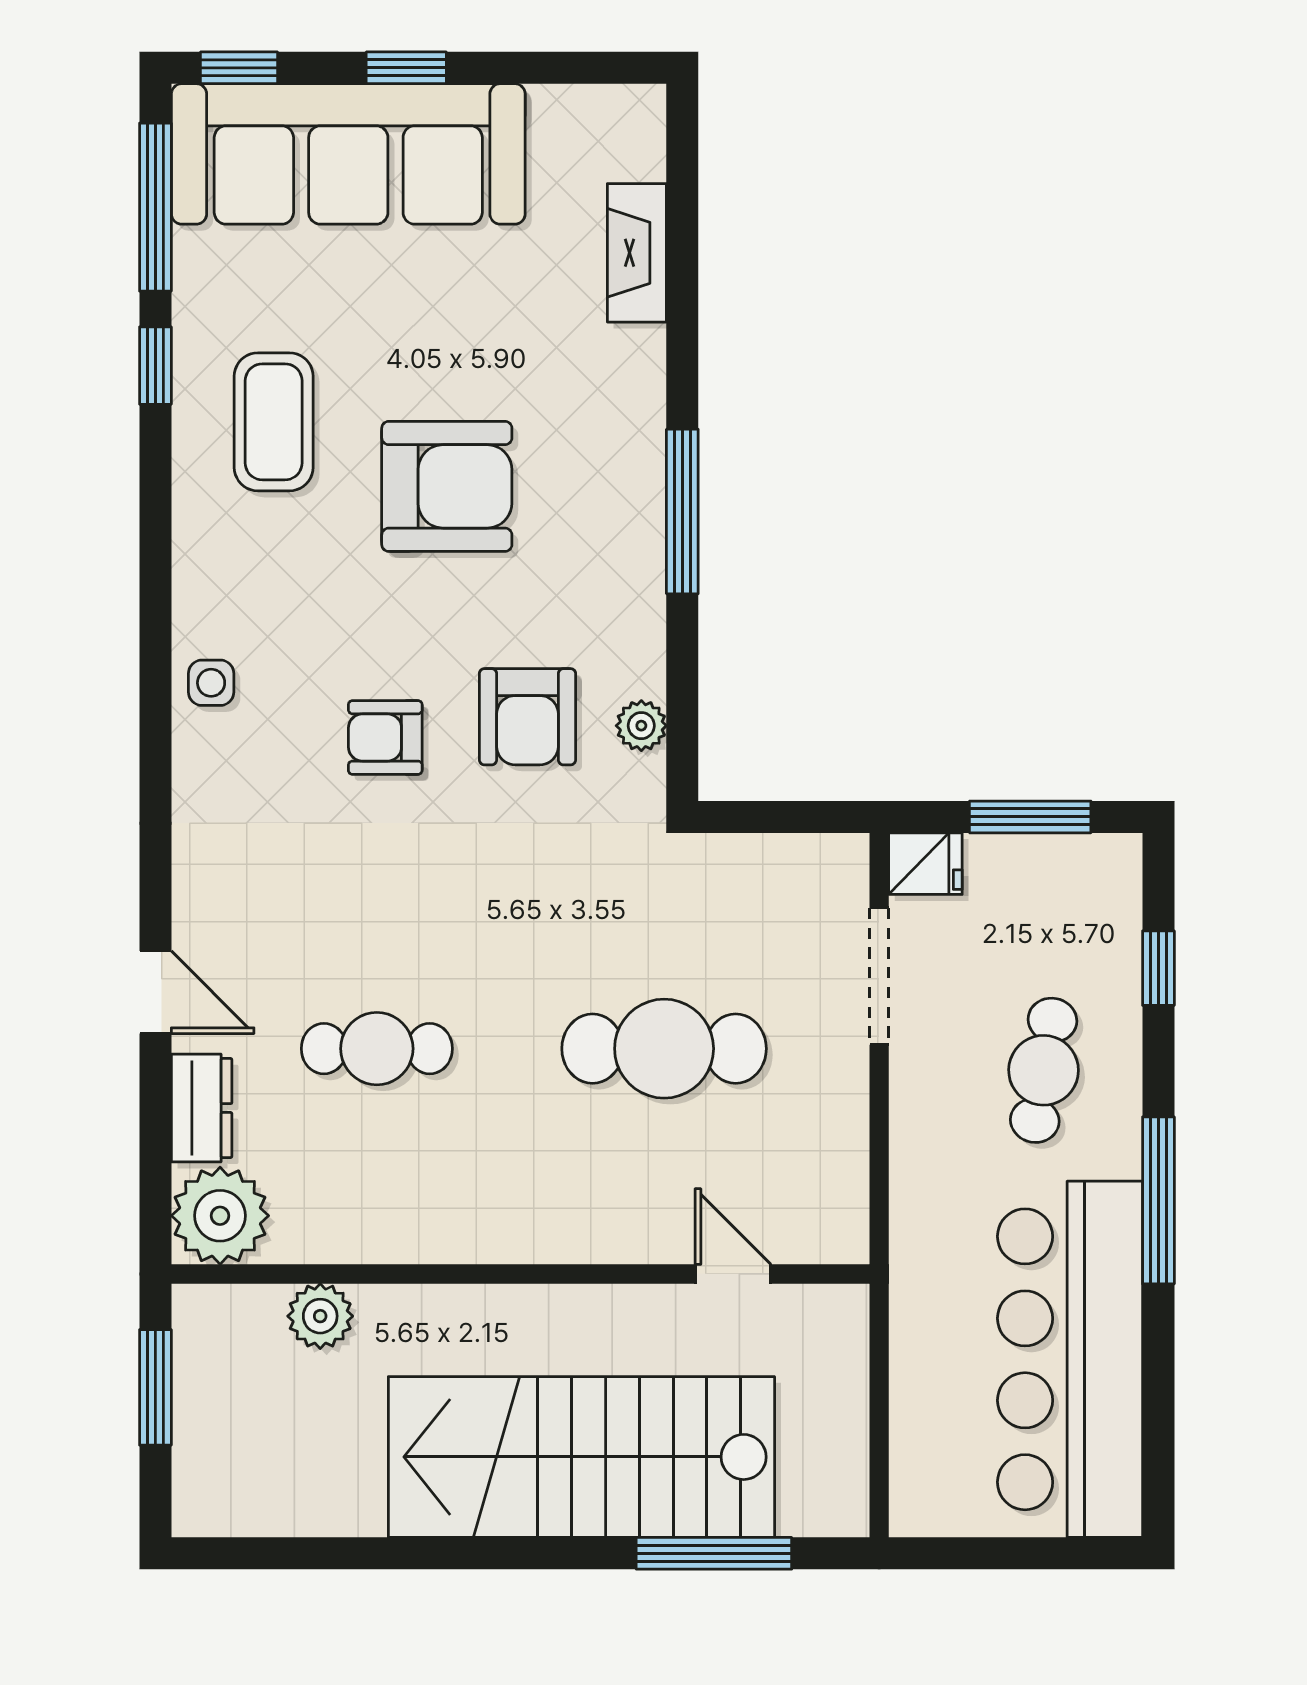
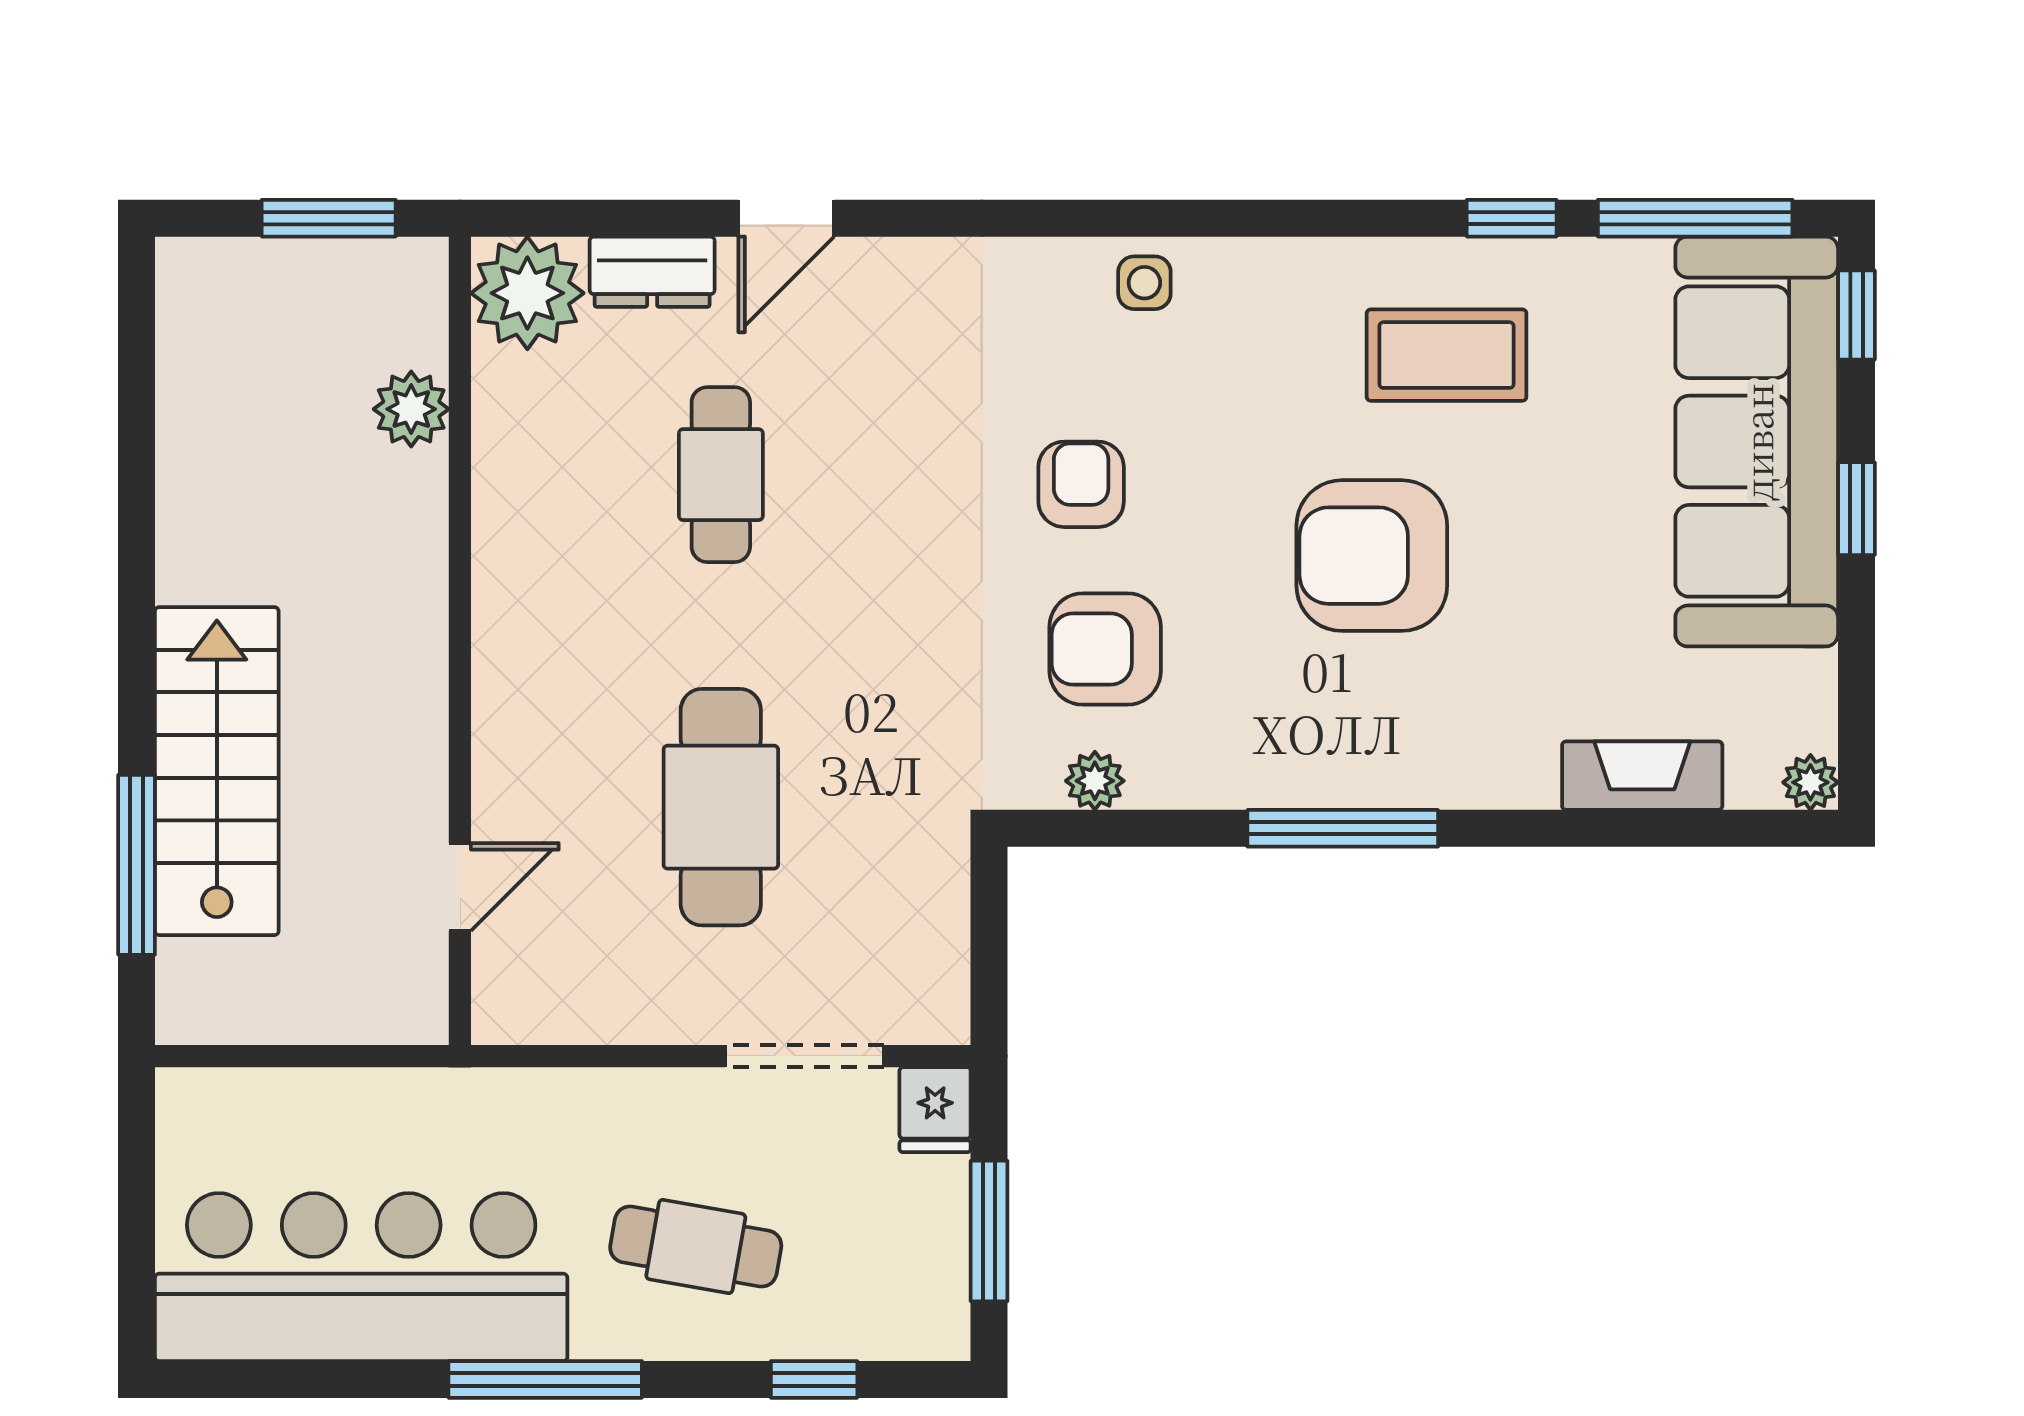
plant: (643, 107) -> (1810, 782), added
armchair: (447, 486) -> (1372, 556), turned 90
stairs: (581, 1457) -> (217, 771), width x0.73, depth x0.66

